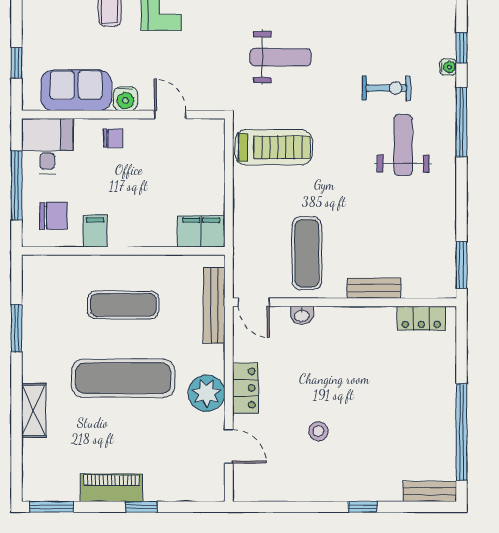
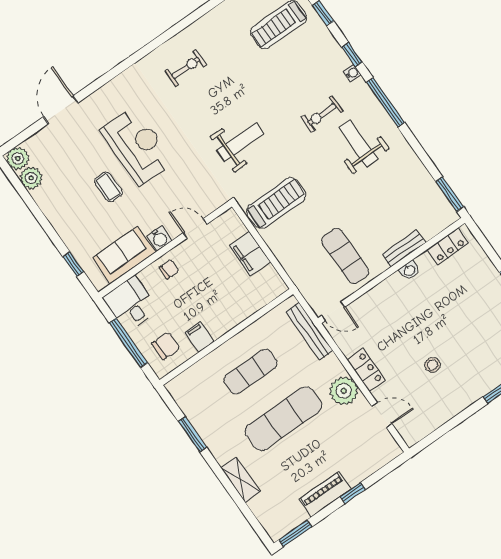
exercise bike: (386, 88) -> (322, 114), turned 180
filing cabinet: (201, 231) -> (250, 254), moved, turned -90
washbasin: (302, 315) -> (409, 270), moved

